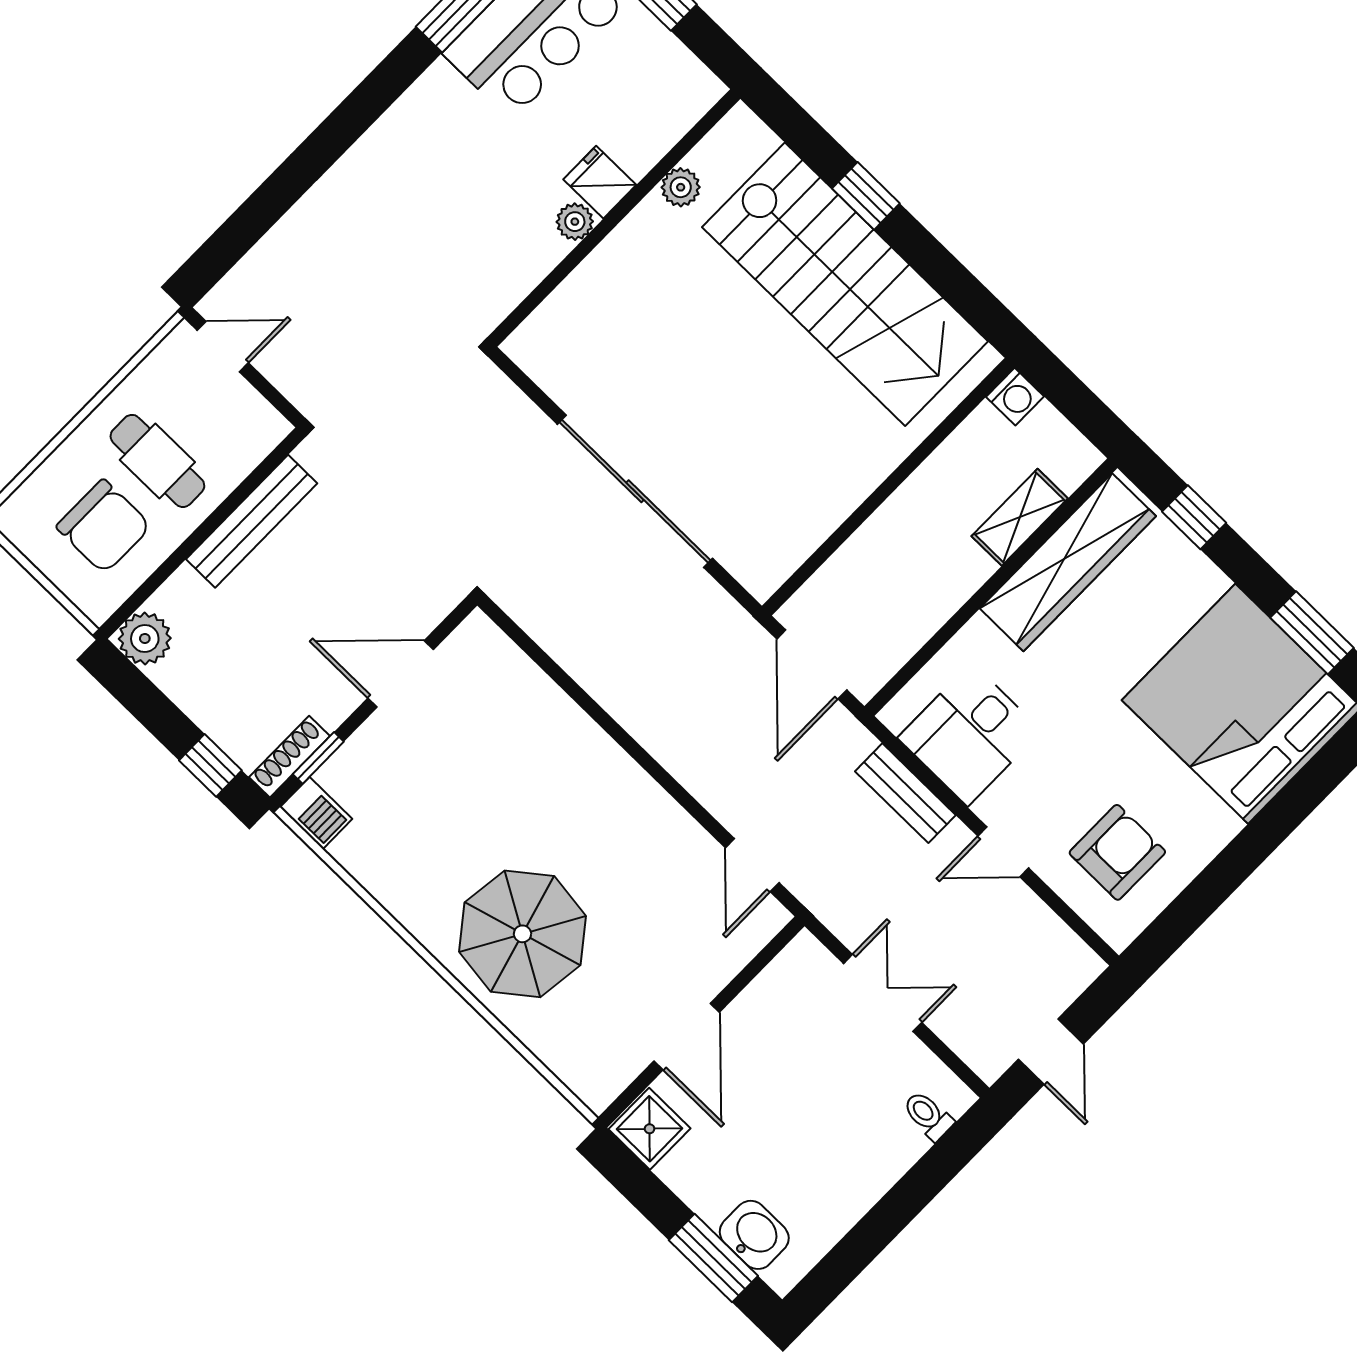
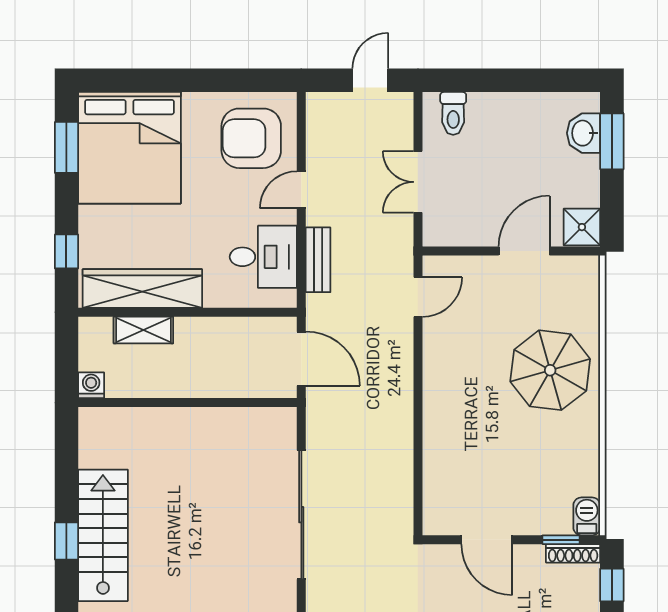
stairs: (845, 284) -> (103, 535), width x0.73, depth x0.66
door: (812, 664) -> (301, 359), hinge flipped
door: (1003, 852) -> (301, 190), swing flipped
armchair: (1117, 852) -> (251, 138), width x1.36, depth x1.36
toilet: (928, 1116) -> (453, 113), width x1.37, depth x1.39

